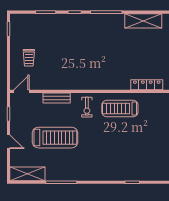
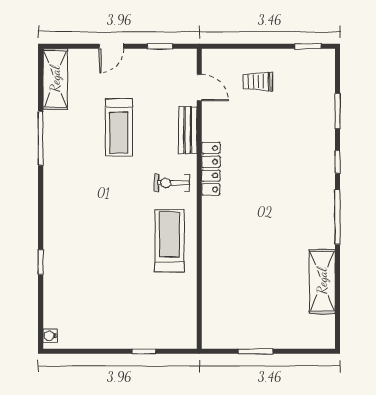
locker: (147, 85) -> (211, 169), moved
door: (21, 91) -> (199, 88), moved
treadmill: (55, 138) -> (119, 127), width x0.73, depth x0.73

